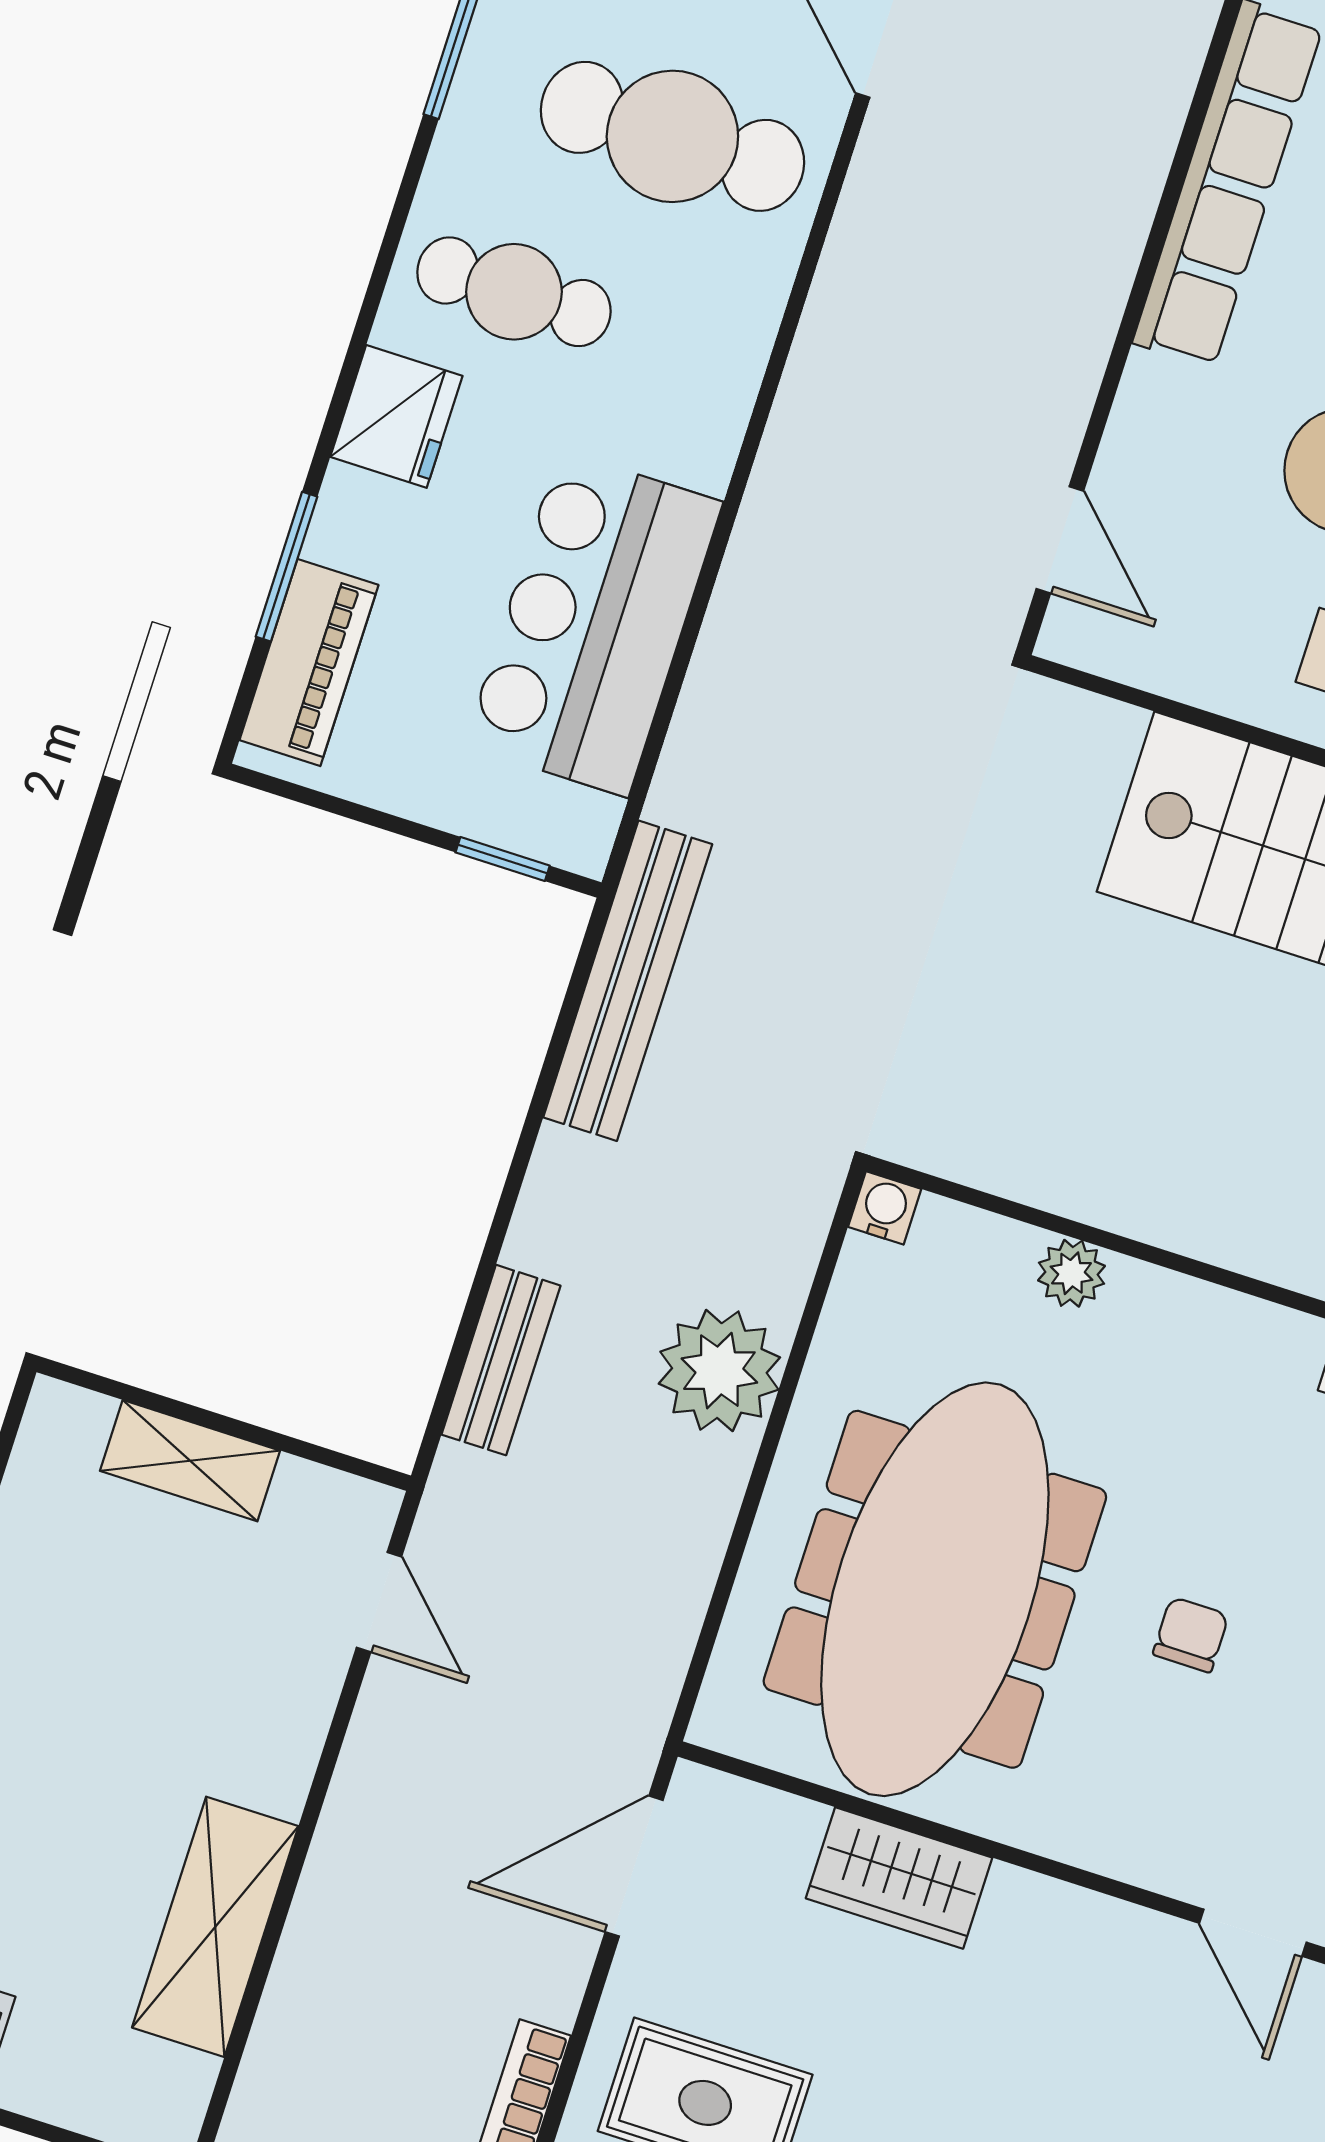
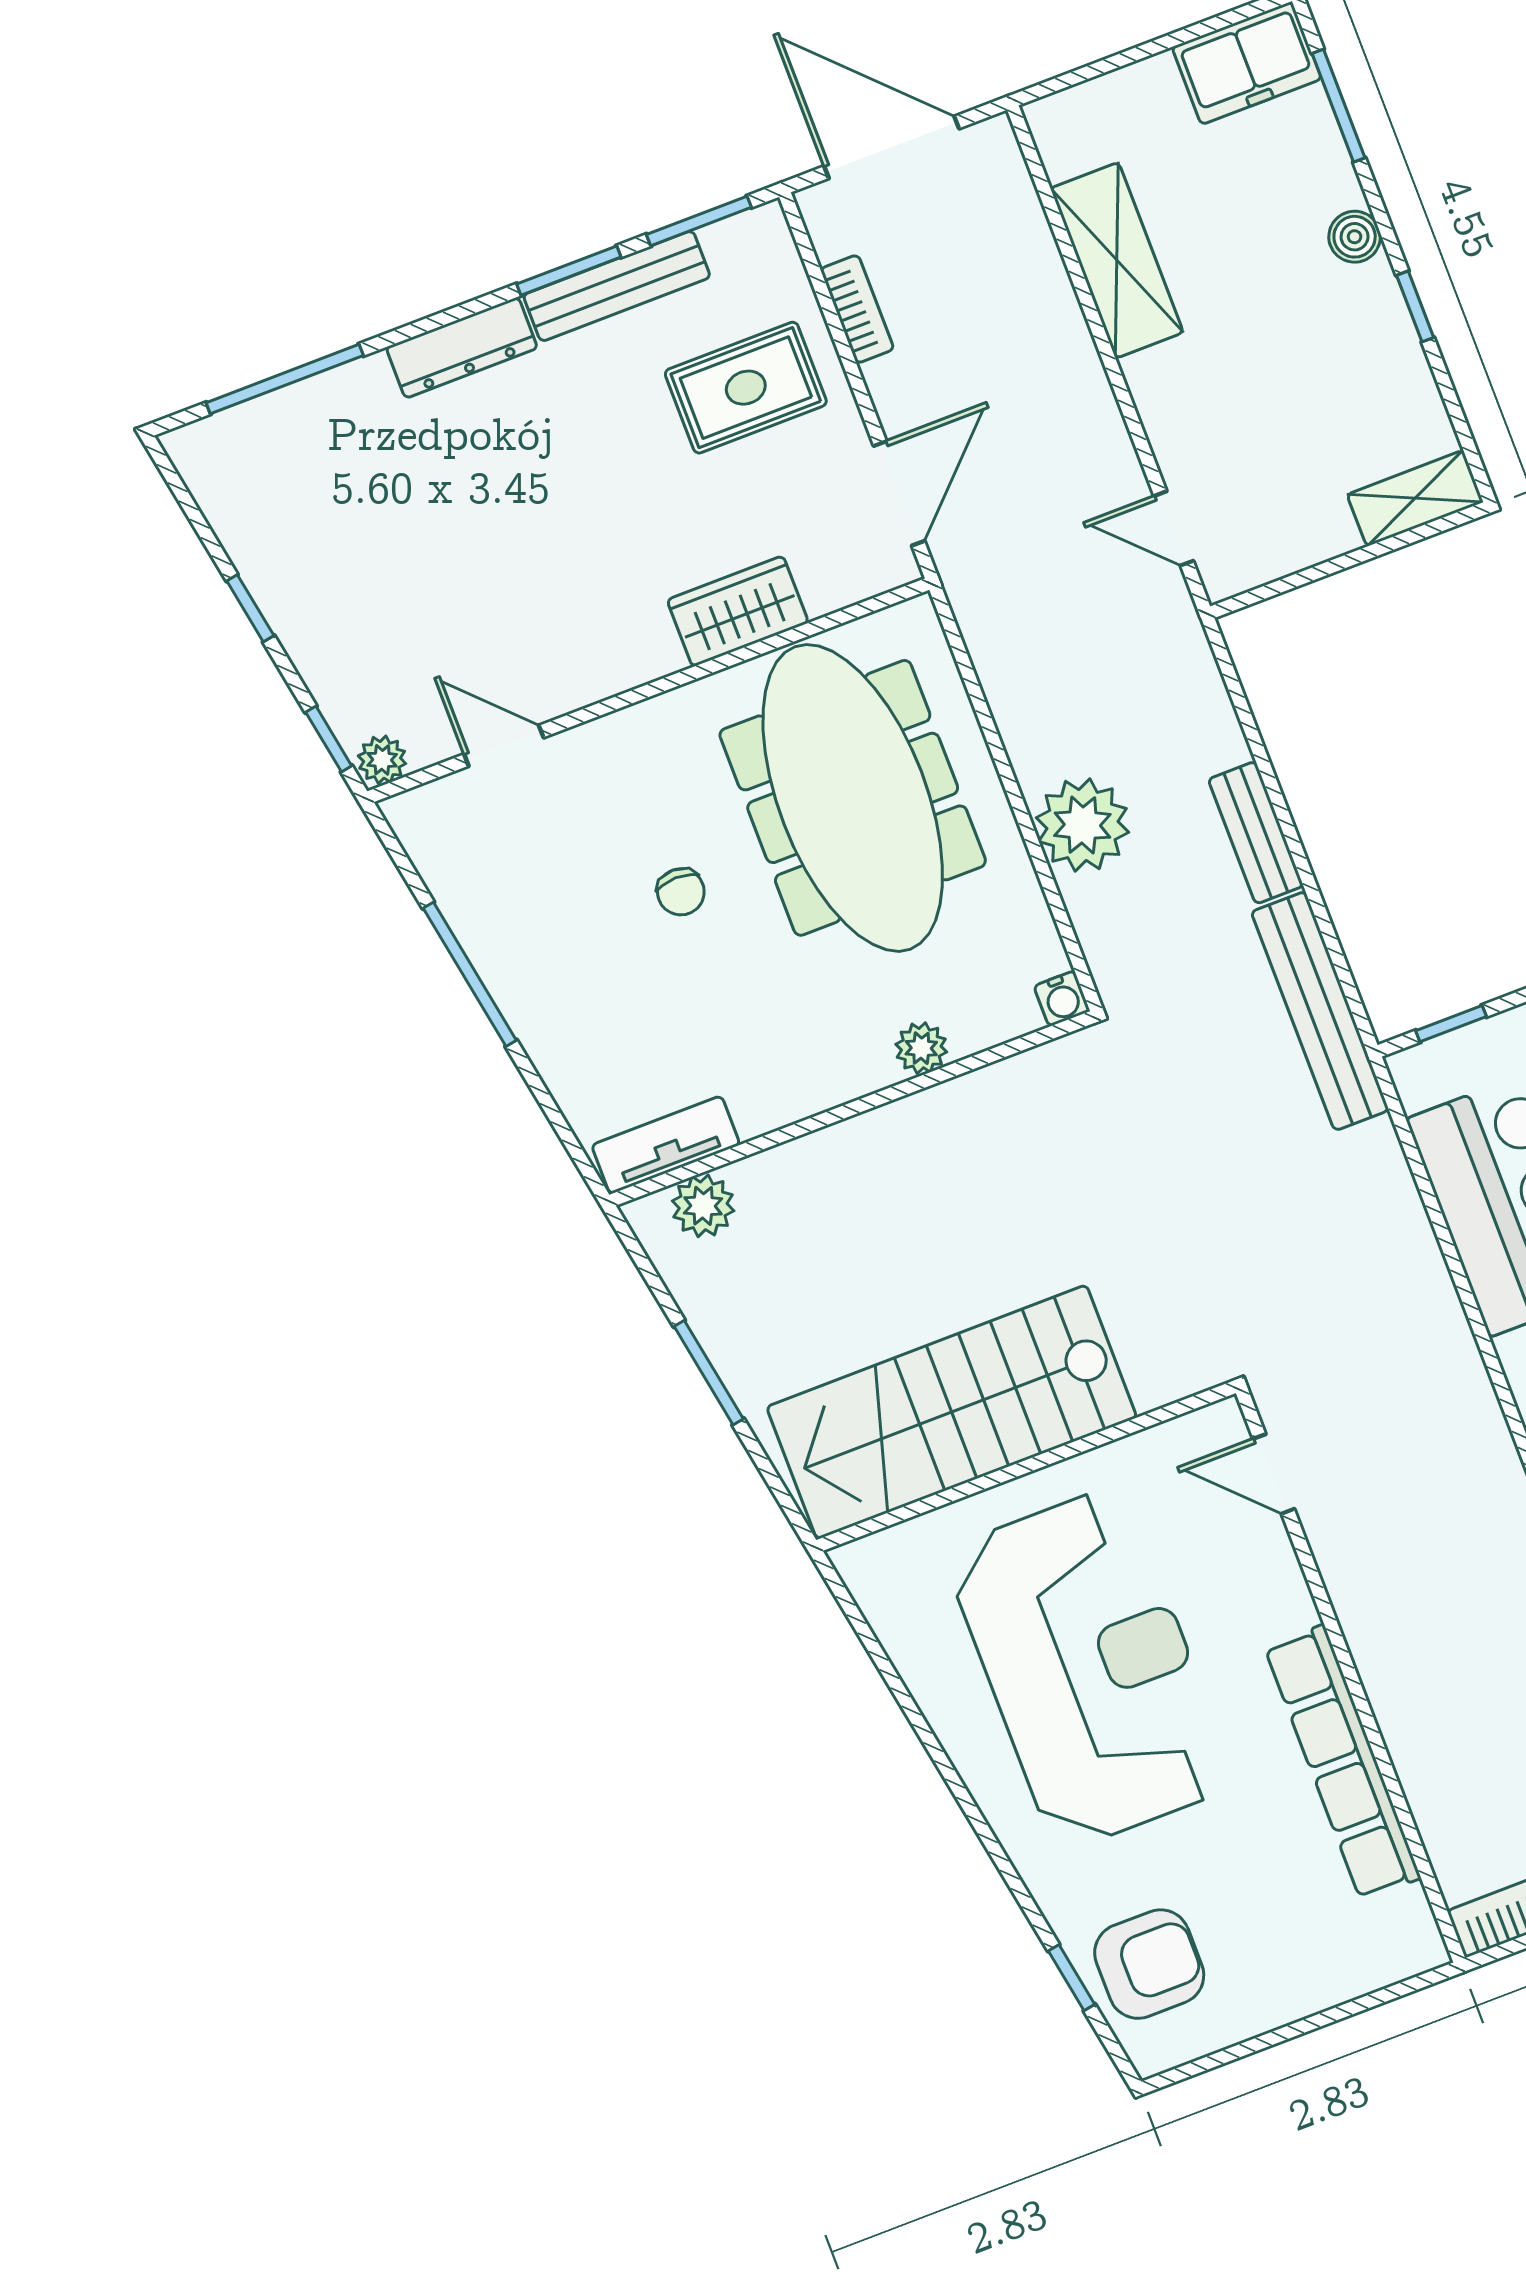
bench: (501, 1360) -> (1256, 833), moved
shelving: (190, 1461) -> (1415, 498), moved

